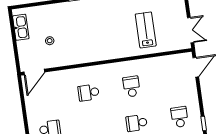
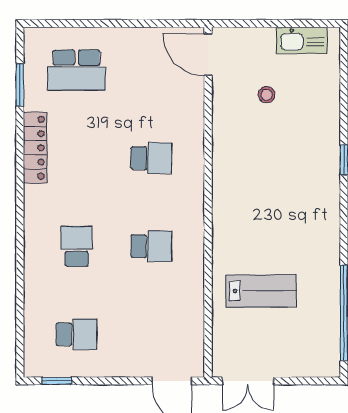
school desk: (89, 93) -> (151, 158), turned 90

